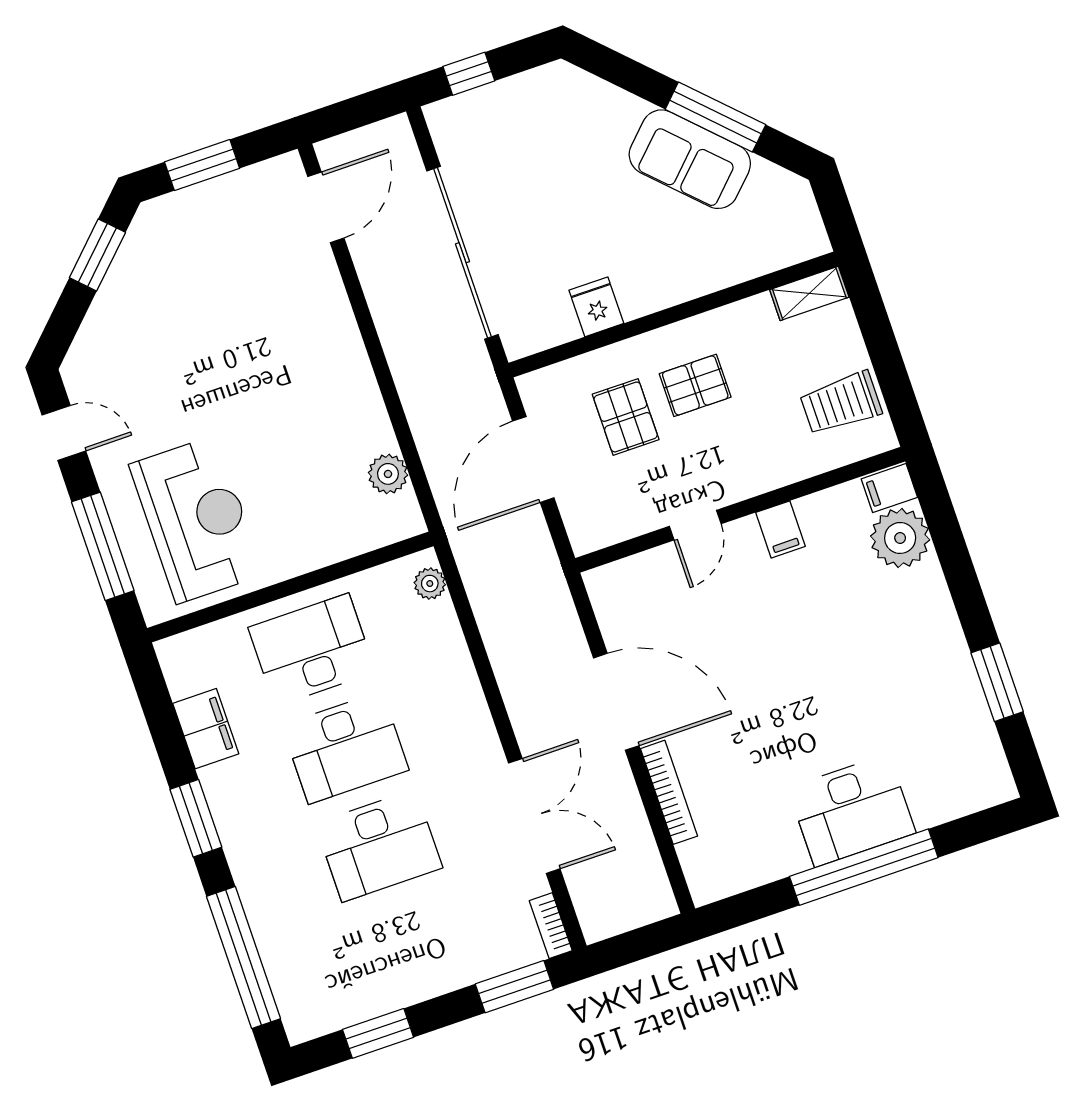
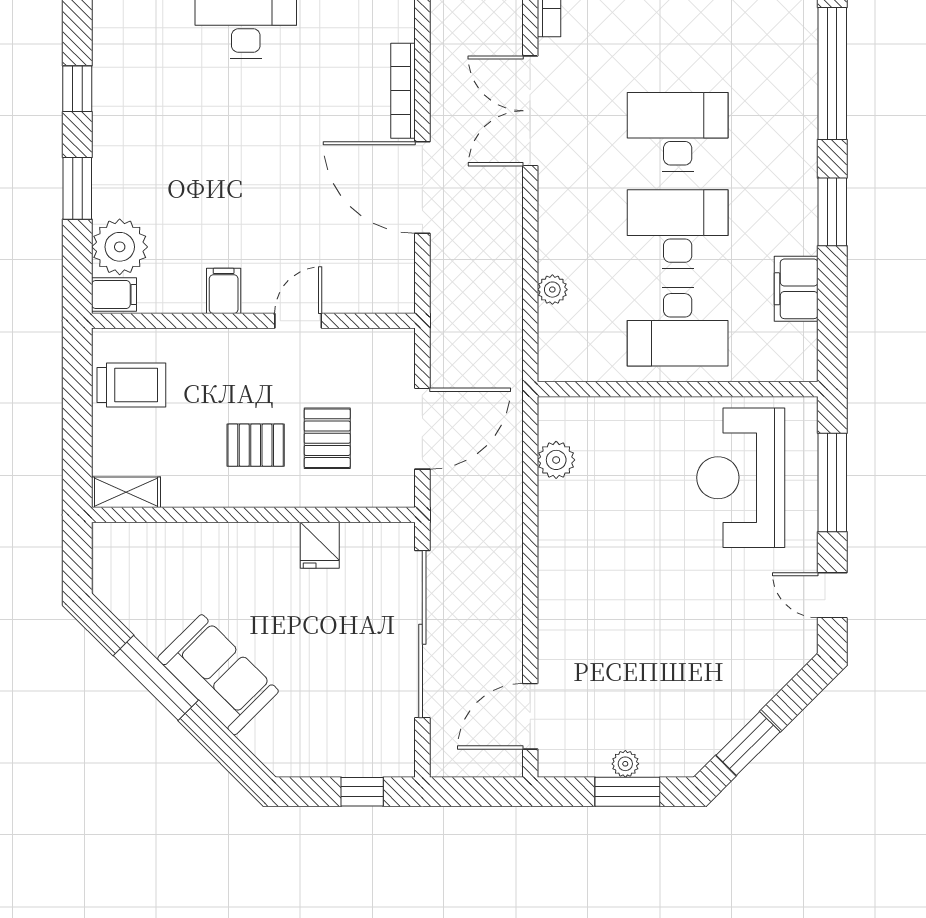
sofa: (690, 159) -> (218, 675), moved
plant: (214, 192) -> (625, 764), added
window: (963, 582) -> (77, 188), added
plant: (430, 584) -> (552, 290), moved
window: (997, 682) -> (77, 89), width x0.67

